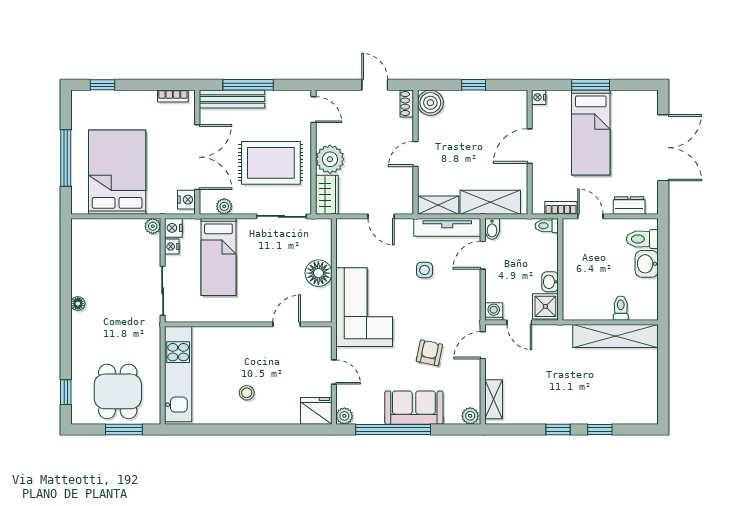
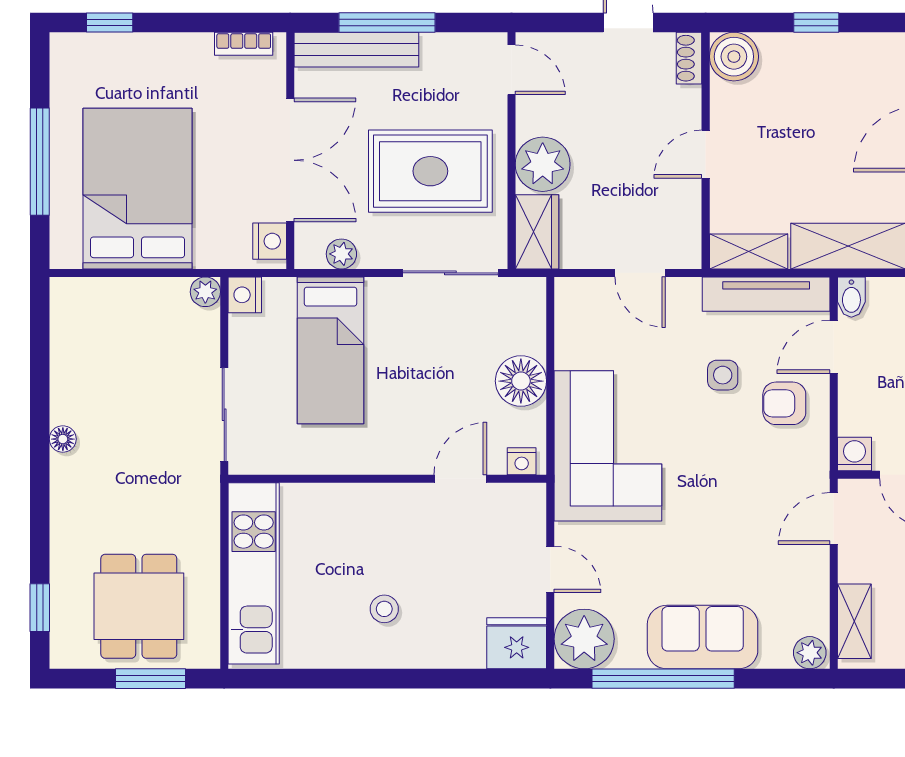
nightstand: (172, 246) -> (522, 461), moved, turned -90
armchair: (429, 353) -> (784, 403), moved, turned -102
plant: (344, 416) -> (584, 639), width x1.87, depth x1.87

